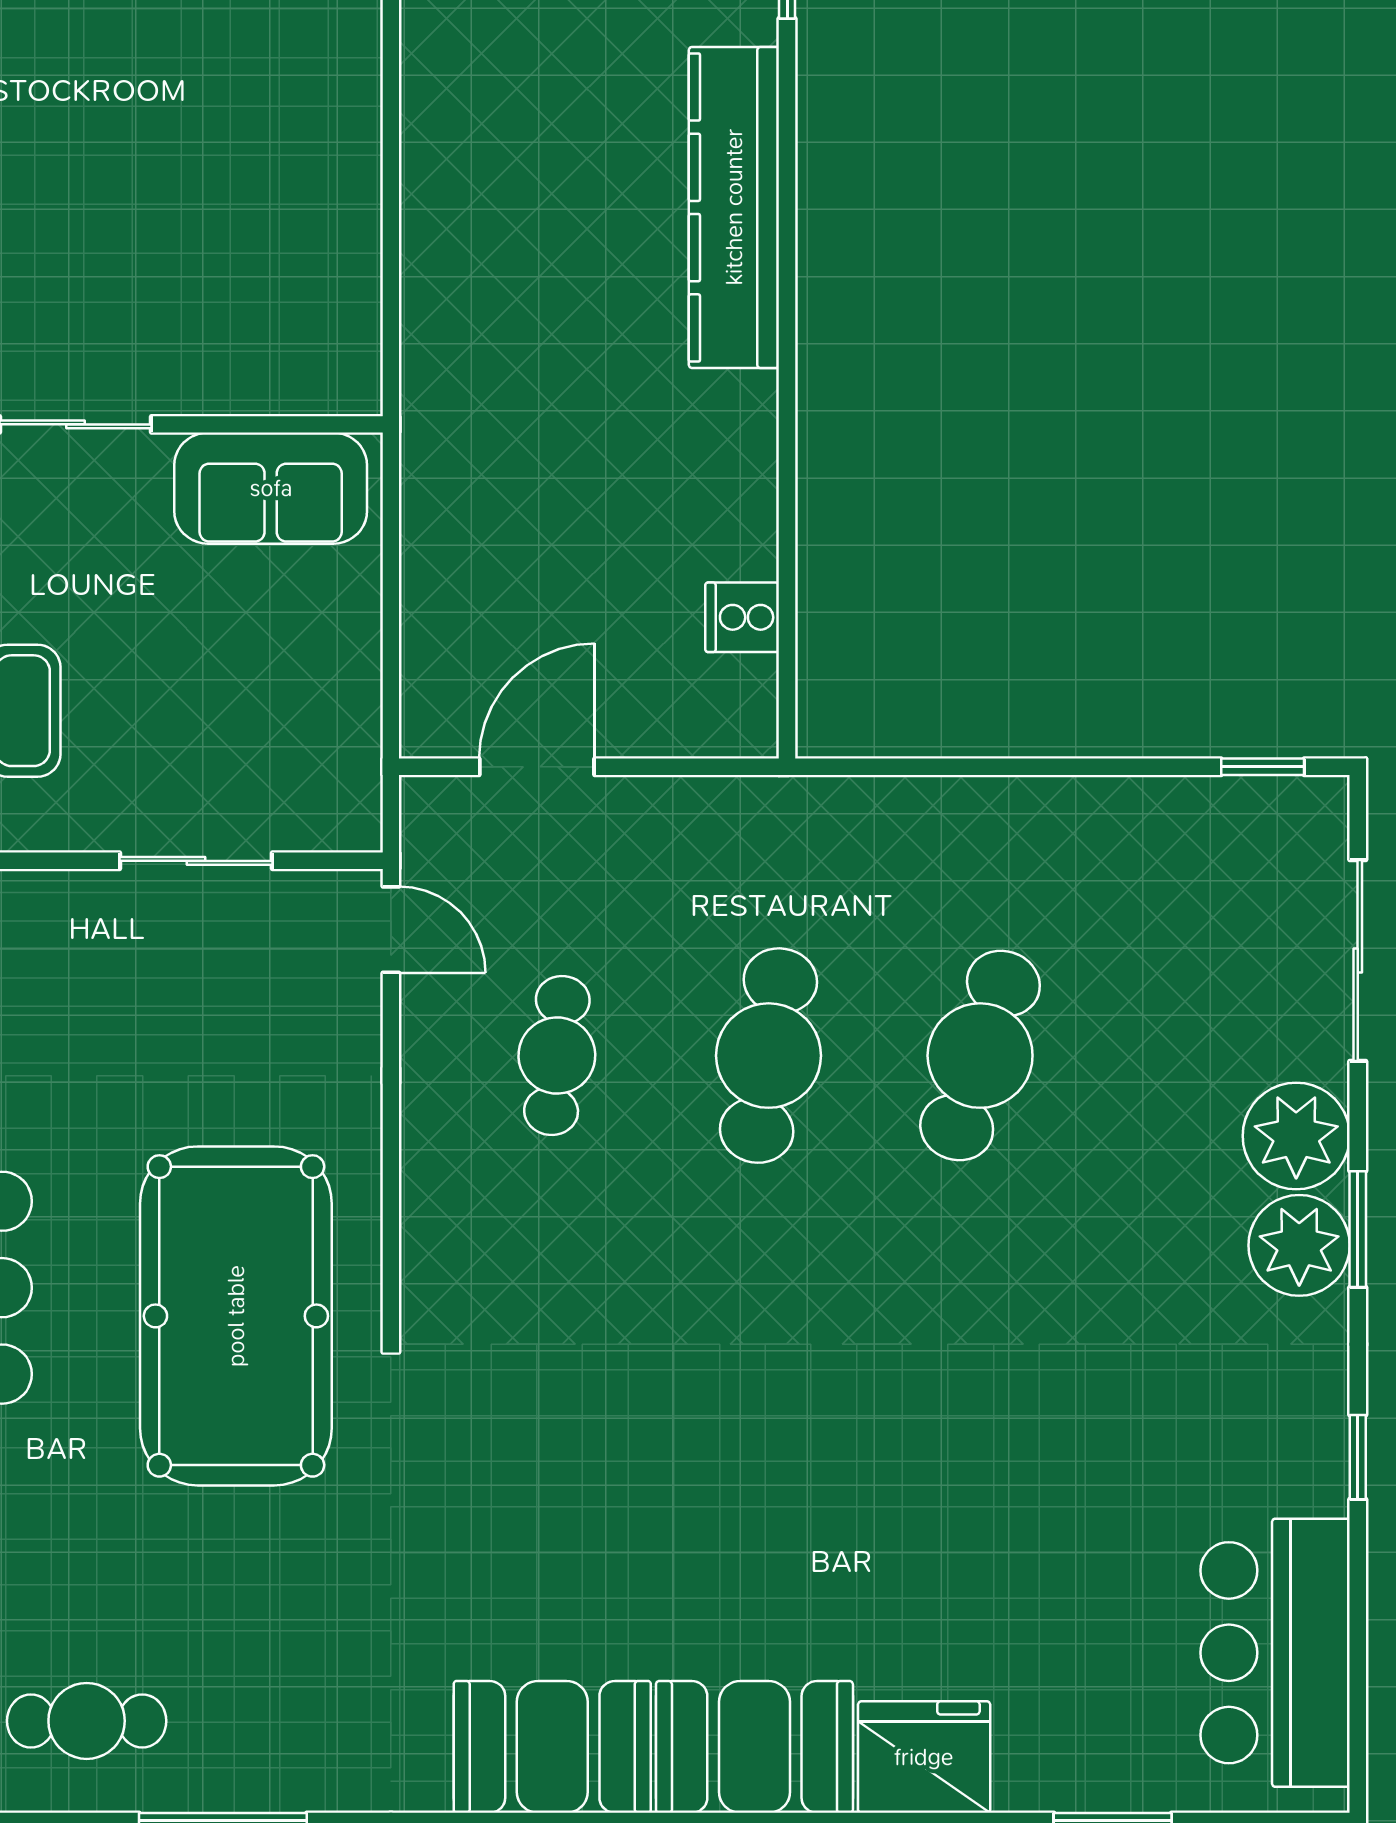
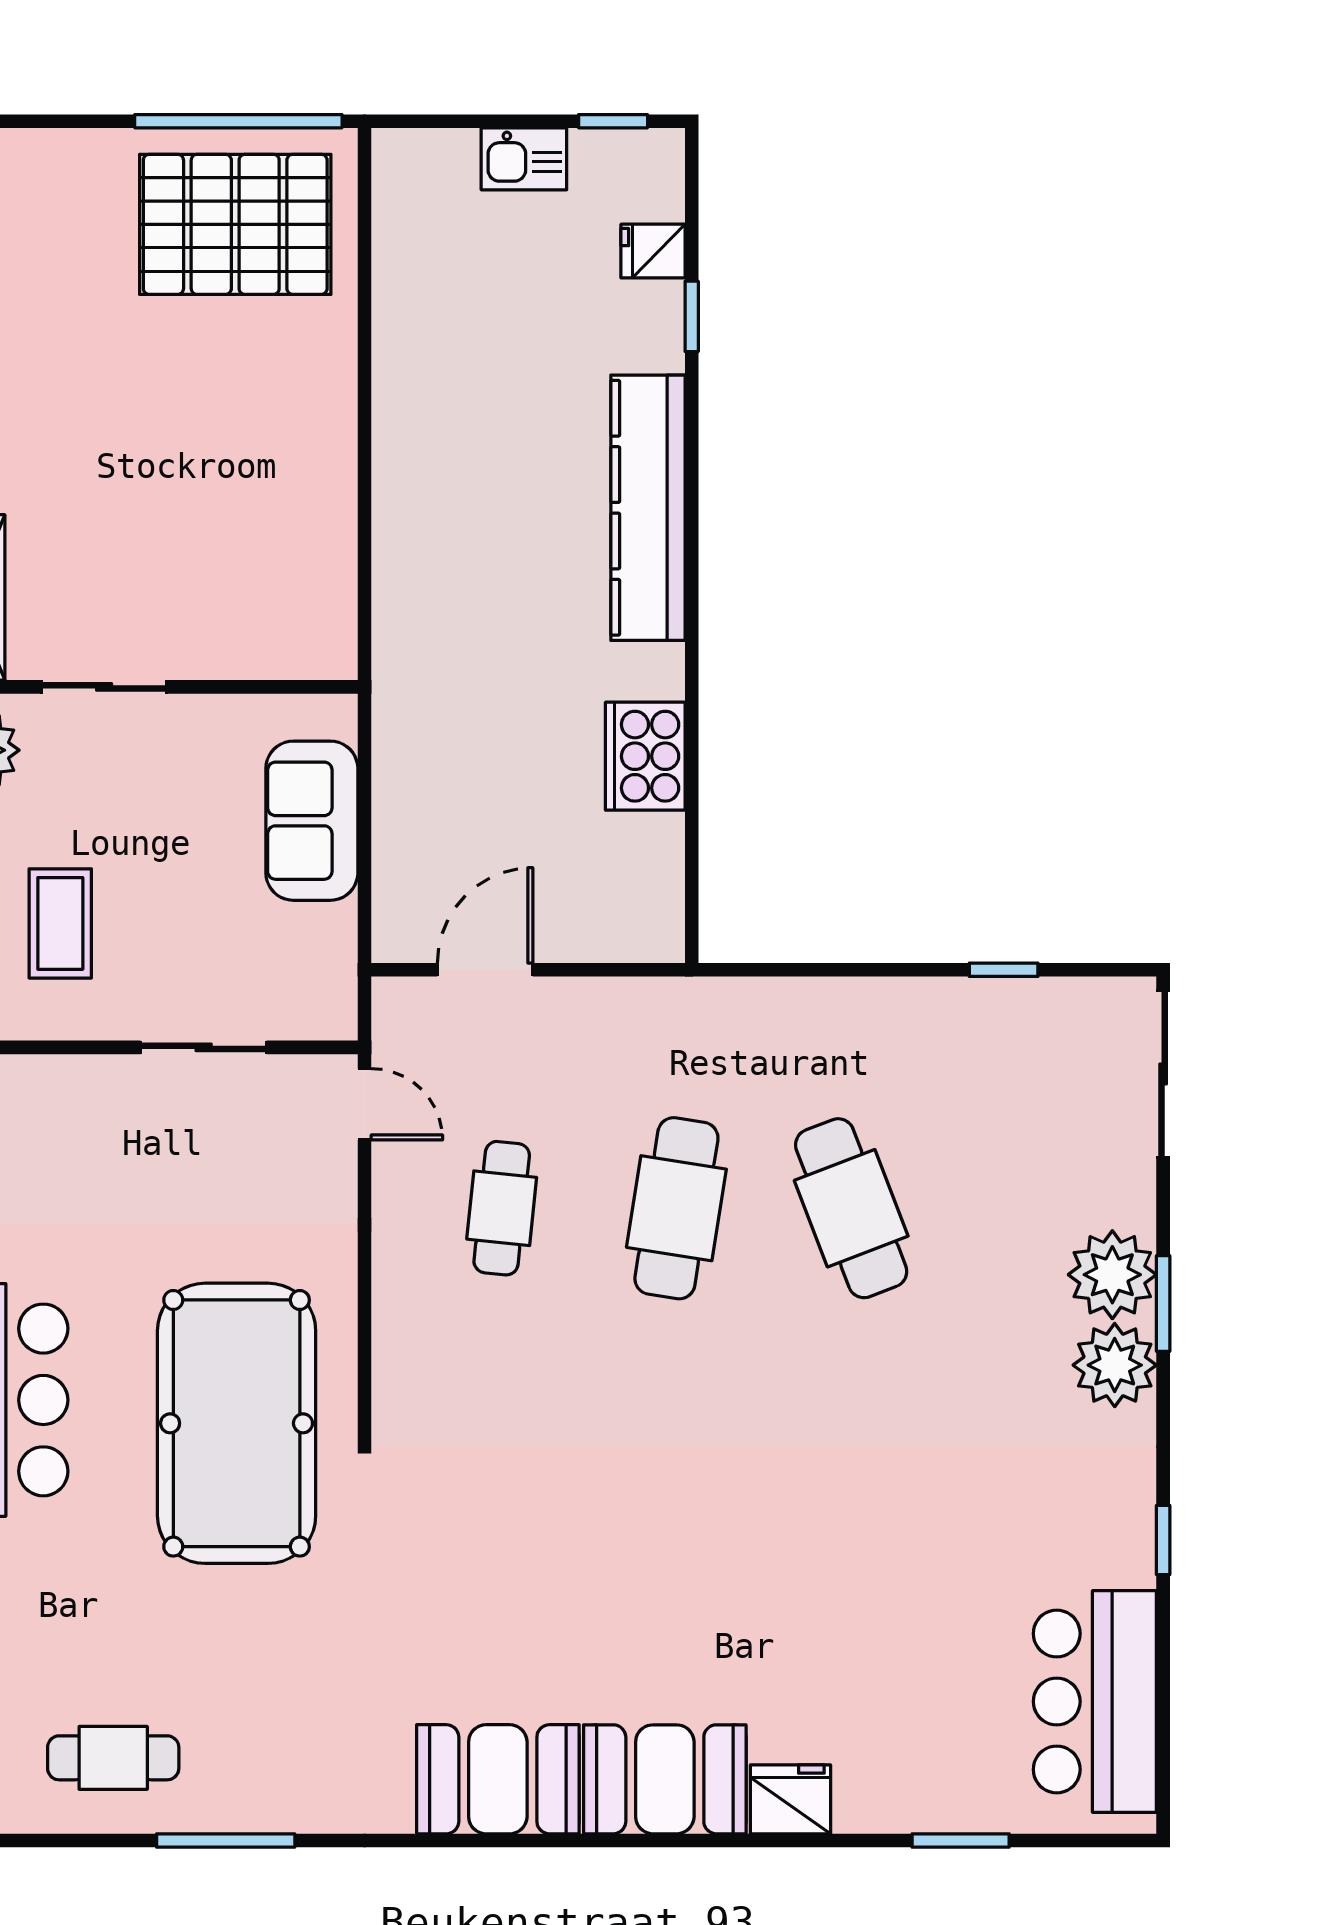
sofa: (271, 488) -> (312, 821), moved, turned 90
cooker: (742, 617) -> (645, 756), moved, width x1.87, depth x1.31
window: (1263, 767) -> (1004, 970), moved
sliding door: (1358, 960) -> (1163, 1074), moved
cafe table: (980, 1056) -> (851, 1208), turned -39
window: (1358, 1229) -> (1163, 1304), moved
fridge: (924, 1757) -> (791, 1799), width x0.73, depth x0.75

